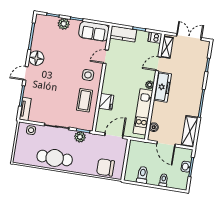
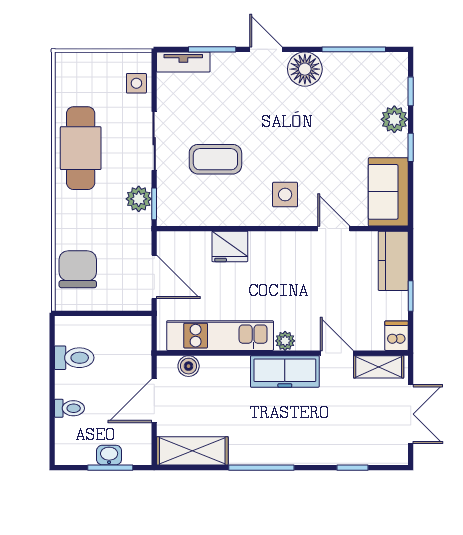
coffee table: (85, 100) -> (215, 159), moved

